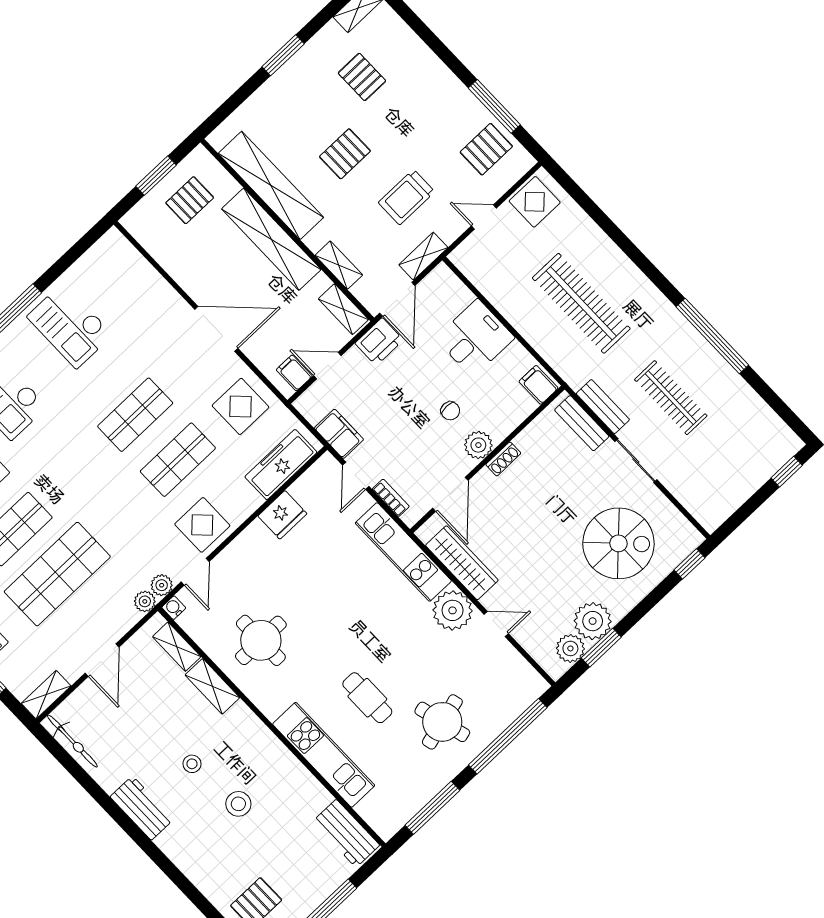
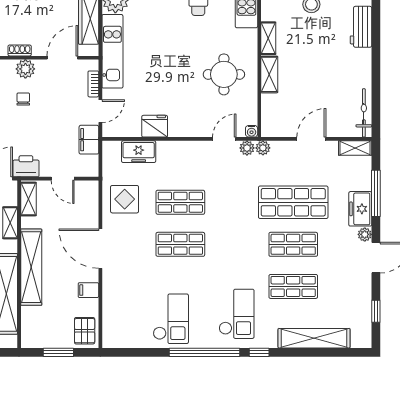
pallet: (190, 200) -> (85, 331), moved, turned 90
filing cabinet: (294, 373) -> (88, 290), moved, turned 90
freezer: (281, 465) -> (139, 152), width x0.71
display table: (202, 525) -> (199, 159), removed
shelving: (177, 647) -> (268, 38), moved
stool: (192, 764) -> (316, 46), removed
workbench: (142, 808) -> (361, 27), moved

